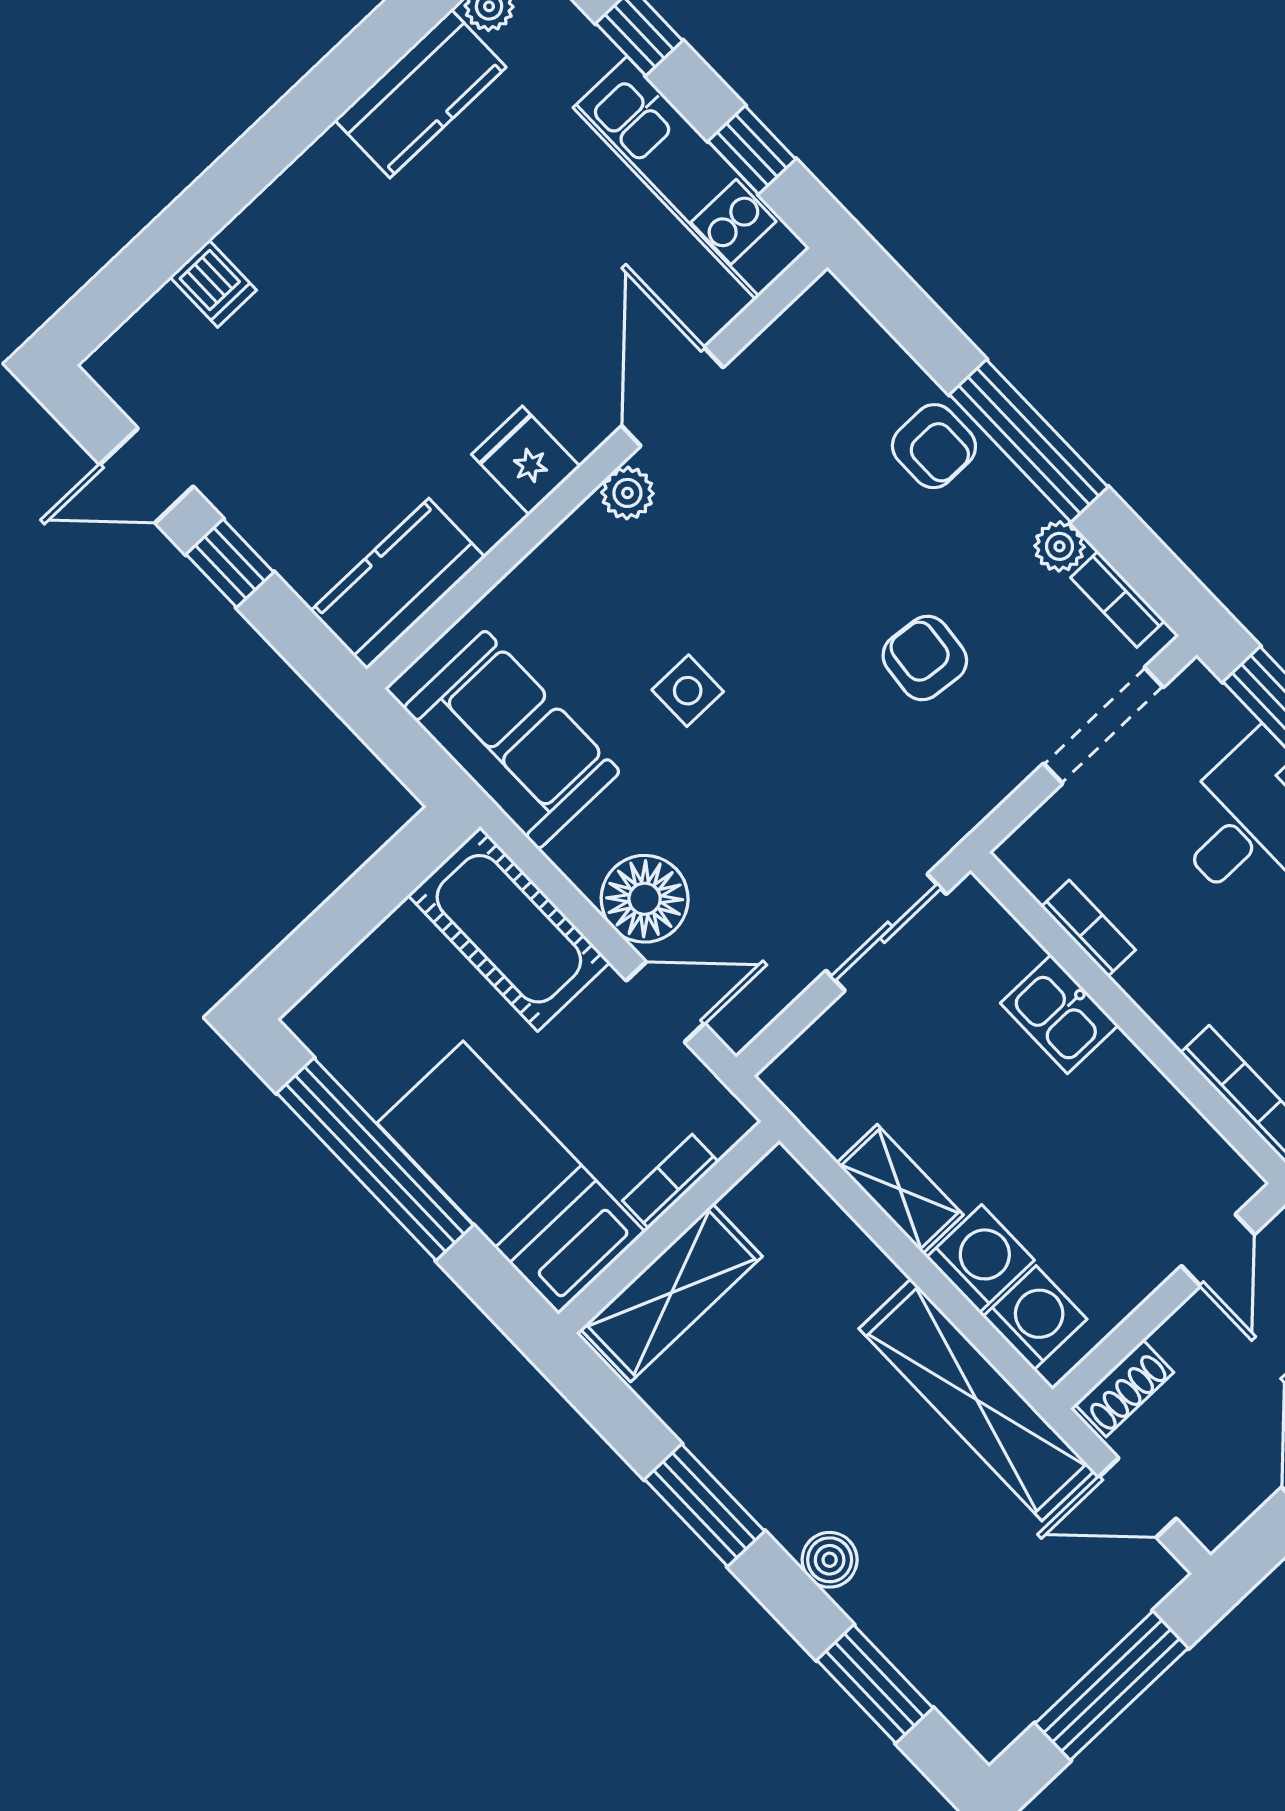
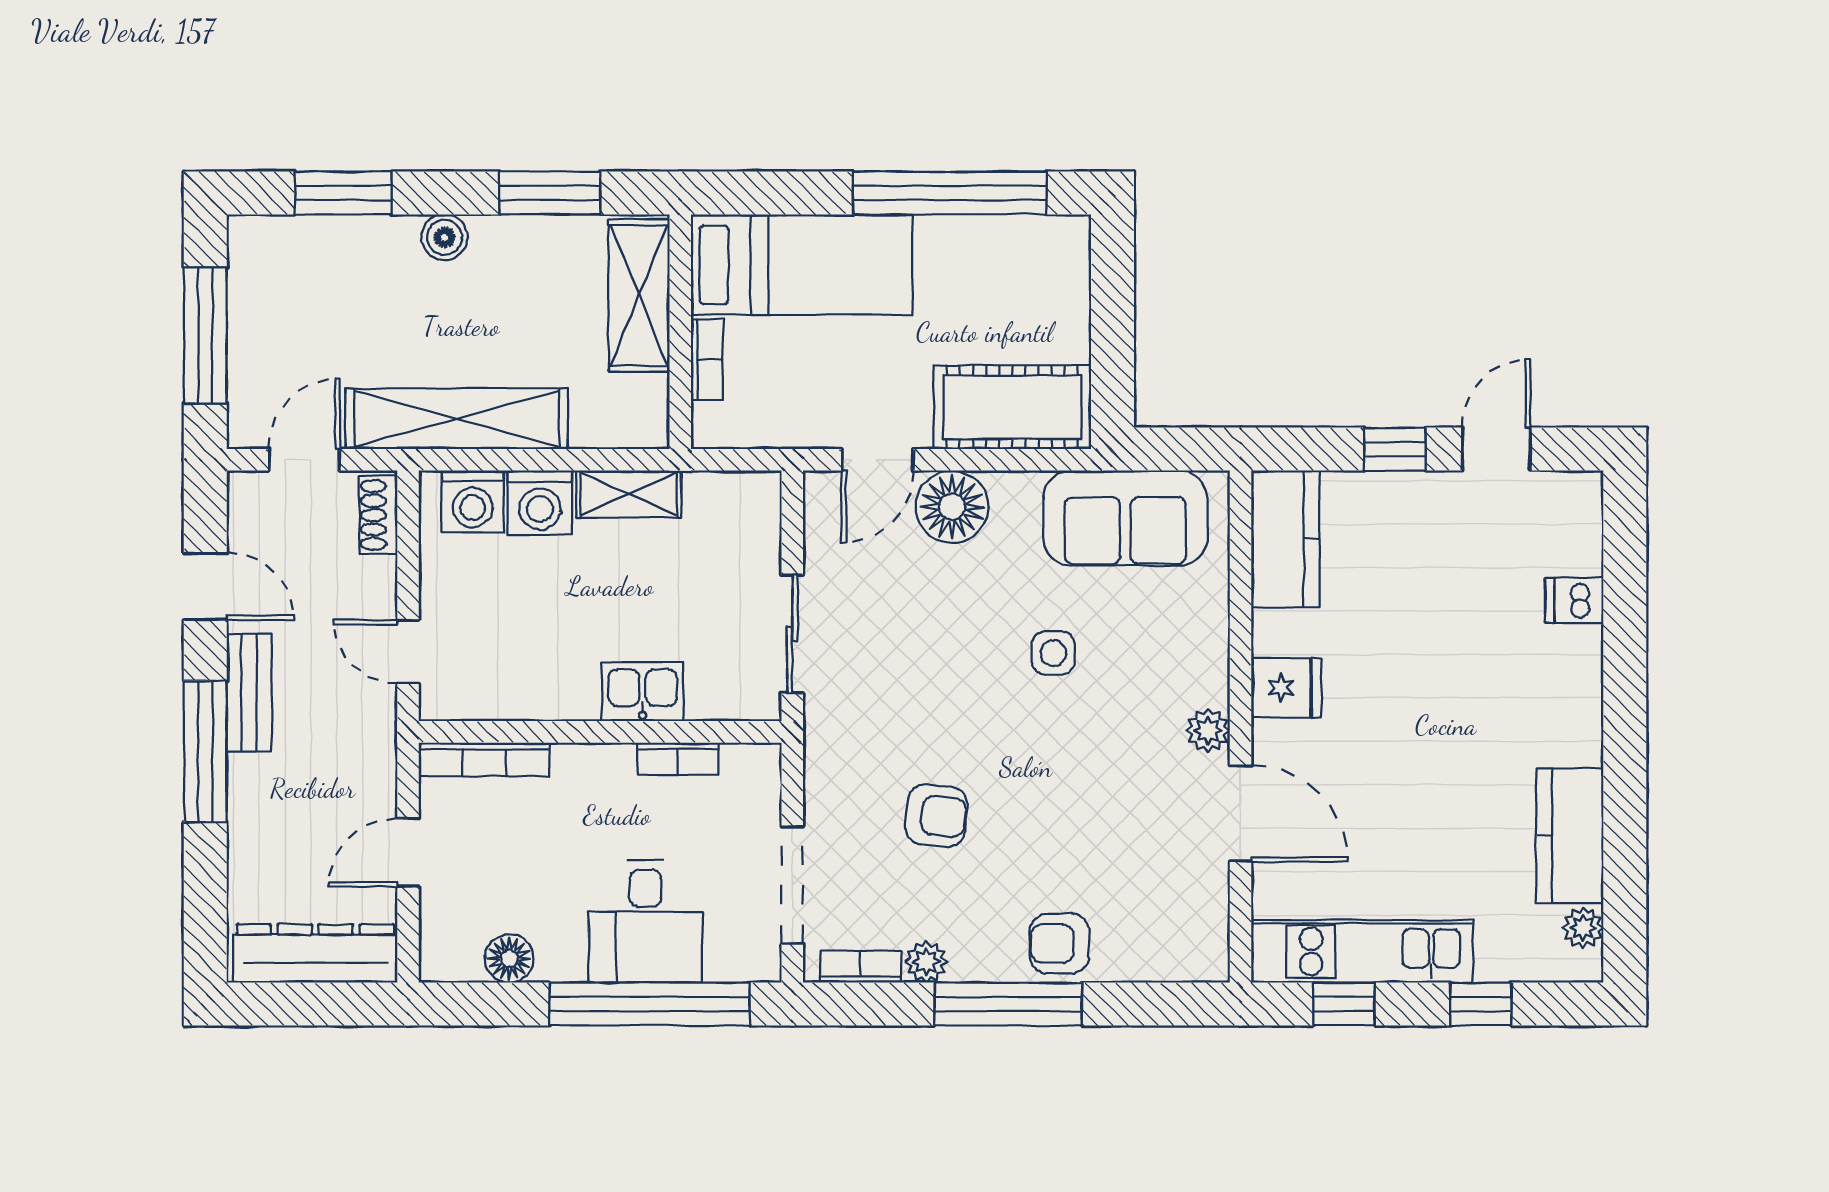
bed: (511, 1177) -> (801, 265), moved
bookcase: (671, 1181) -> (707, 359), moved
wall: (669, 1227) -> (680, 332), moved
shelving: (671, 1293) -> (639, 296), moved

